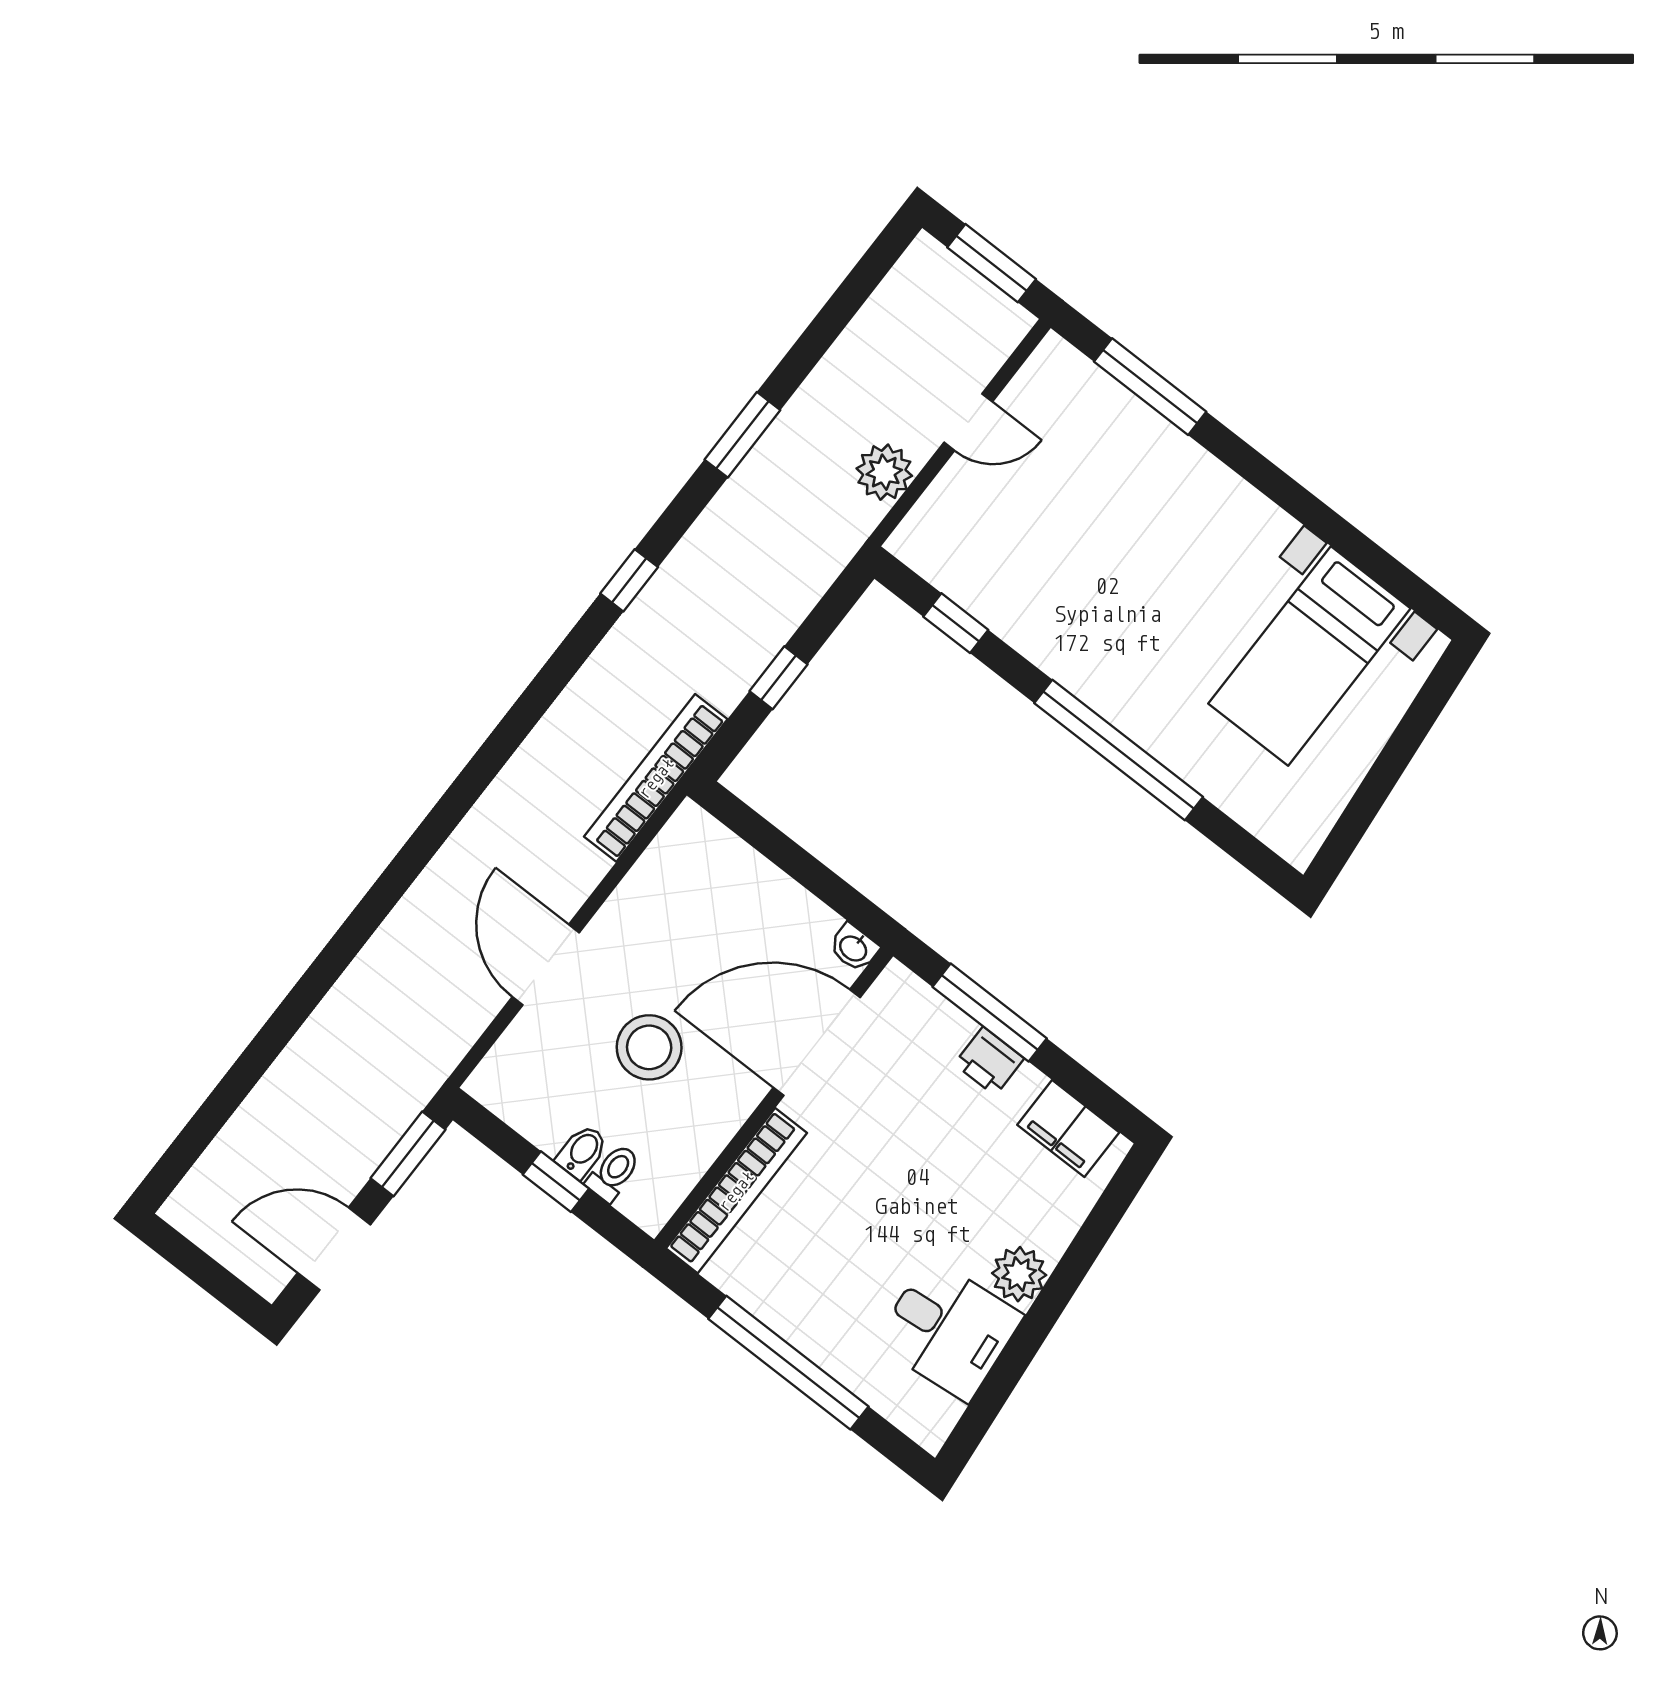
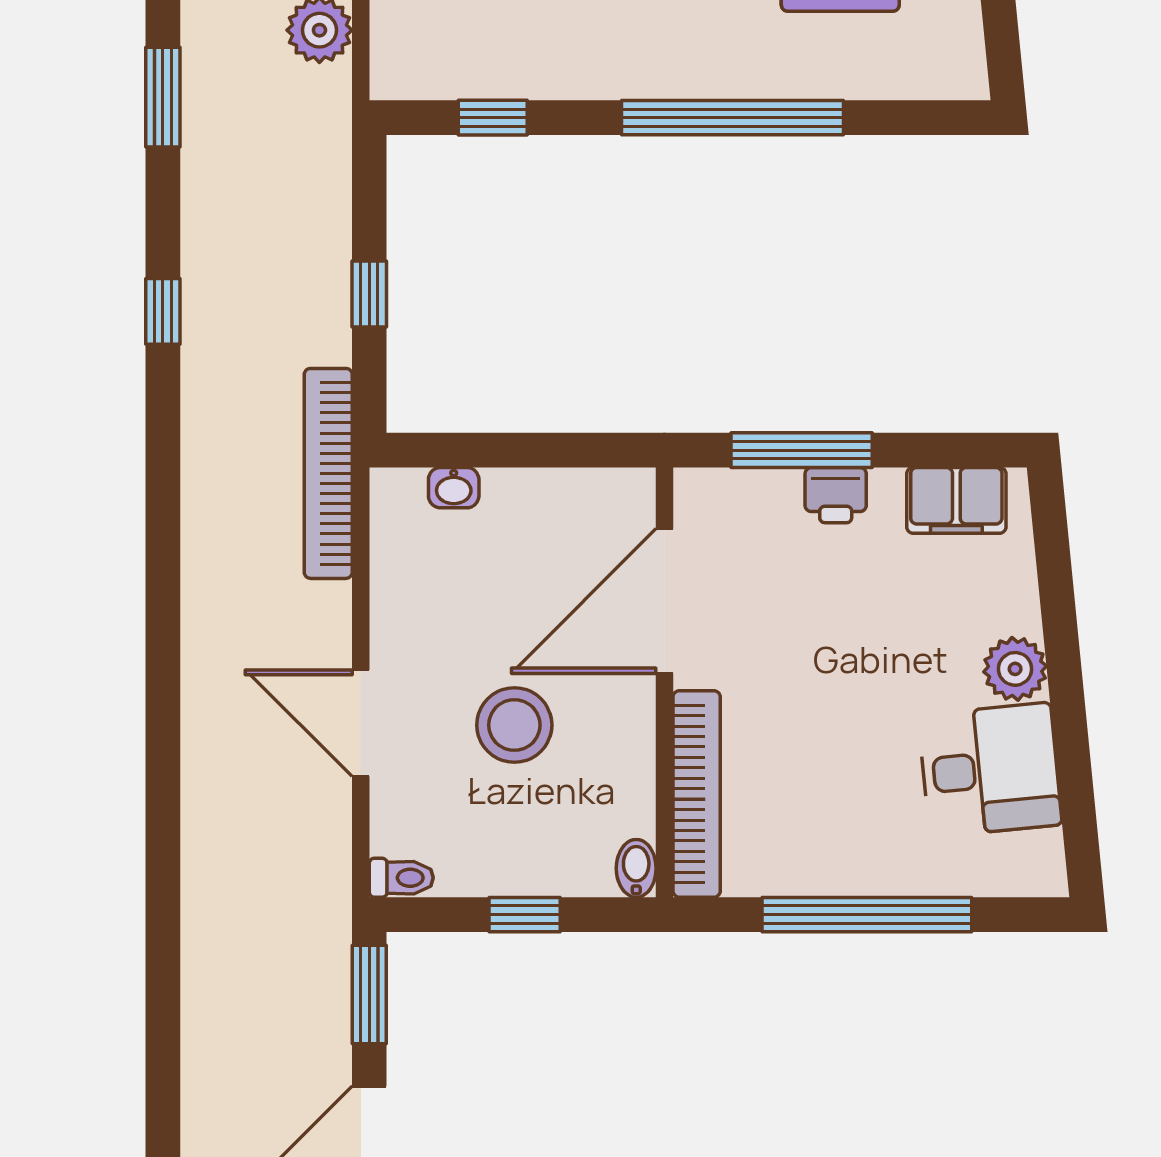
washbasin: (854, 948) -> (454, 488), moved
bidet: (582, 1152) -> (636, 868), moved
toilet: (613, 1173) -> (401, 878), moved, turned 90

